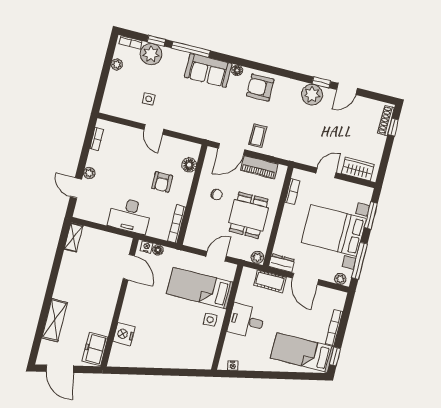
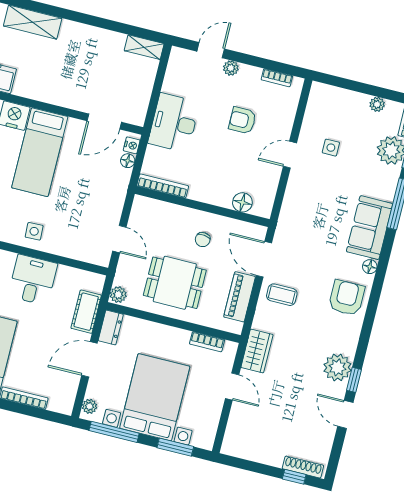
wardrobe: (358, 169) -> (257, 351), moved
armchair: (162, 182) -> (242, 120), moved
bed: (200, 288) -> (40, 152), moved, turned 180

